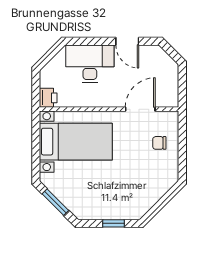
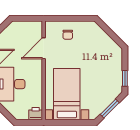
door: (140, 109) -> (44, 48), hinge flipped
window: (114, 223) -> (125, 78), moved

